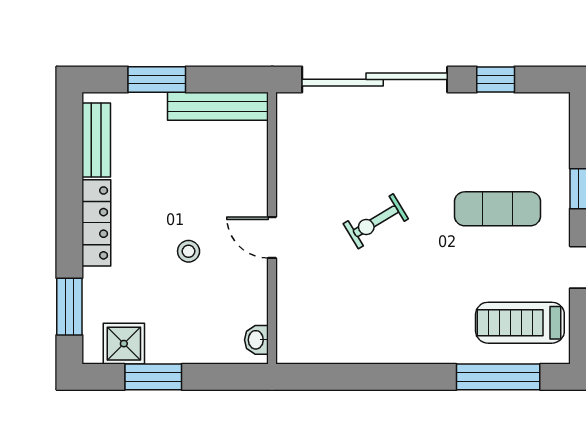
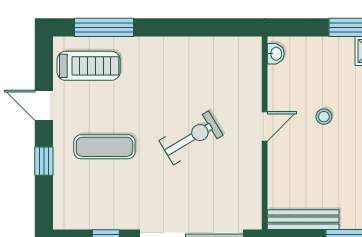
exercise bike: (376, 221) -> (191, 138), width x1.38, depth x1.39
door: (272, 237) -> (265, 126), hinge flipped

